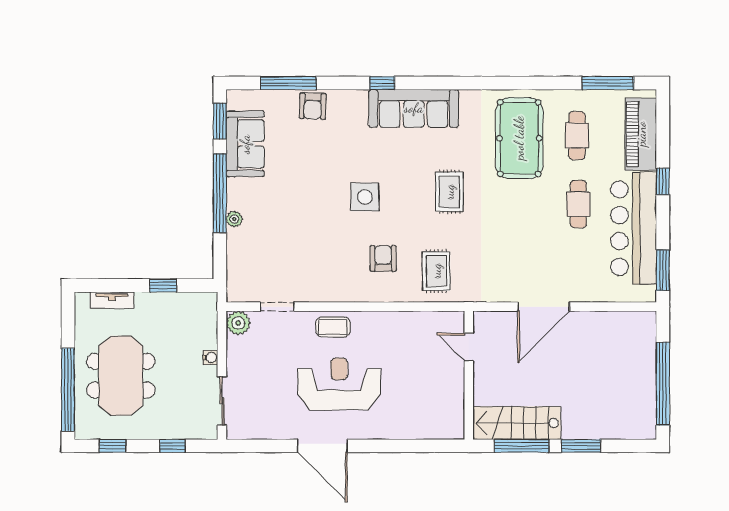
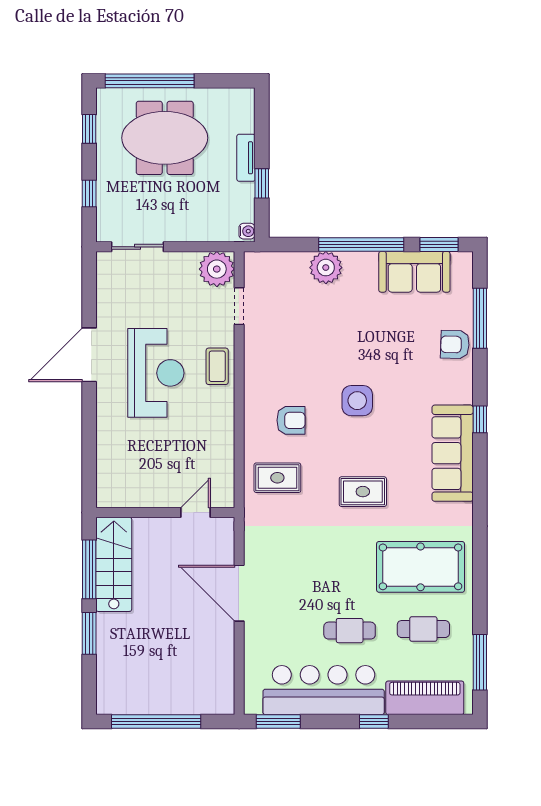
plant: (234, 219) -> (326, 268), width x1.88, depth x1.88
tv unit: (112, 300) -> (246, 158), moved
plant: (238, 323) -> (217, 269), width x1.36, depth x1.36
water cooler: (210, 358) -> (247, 231), moved, turned -90

